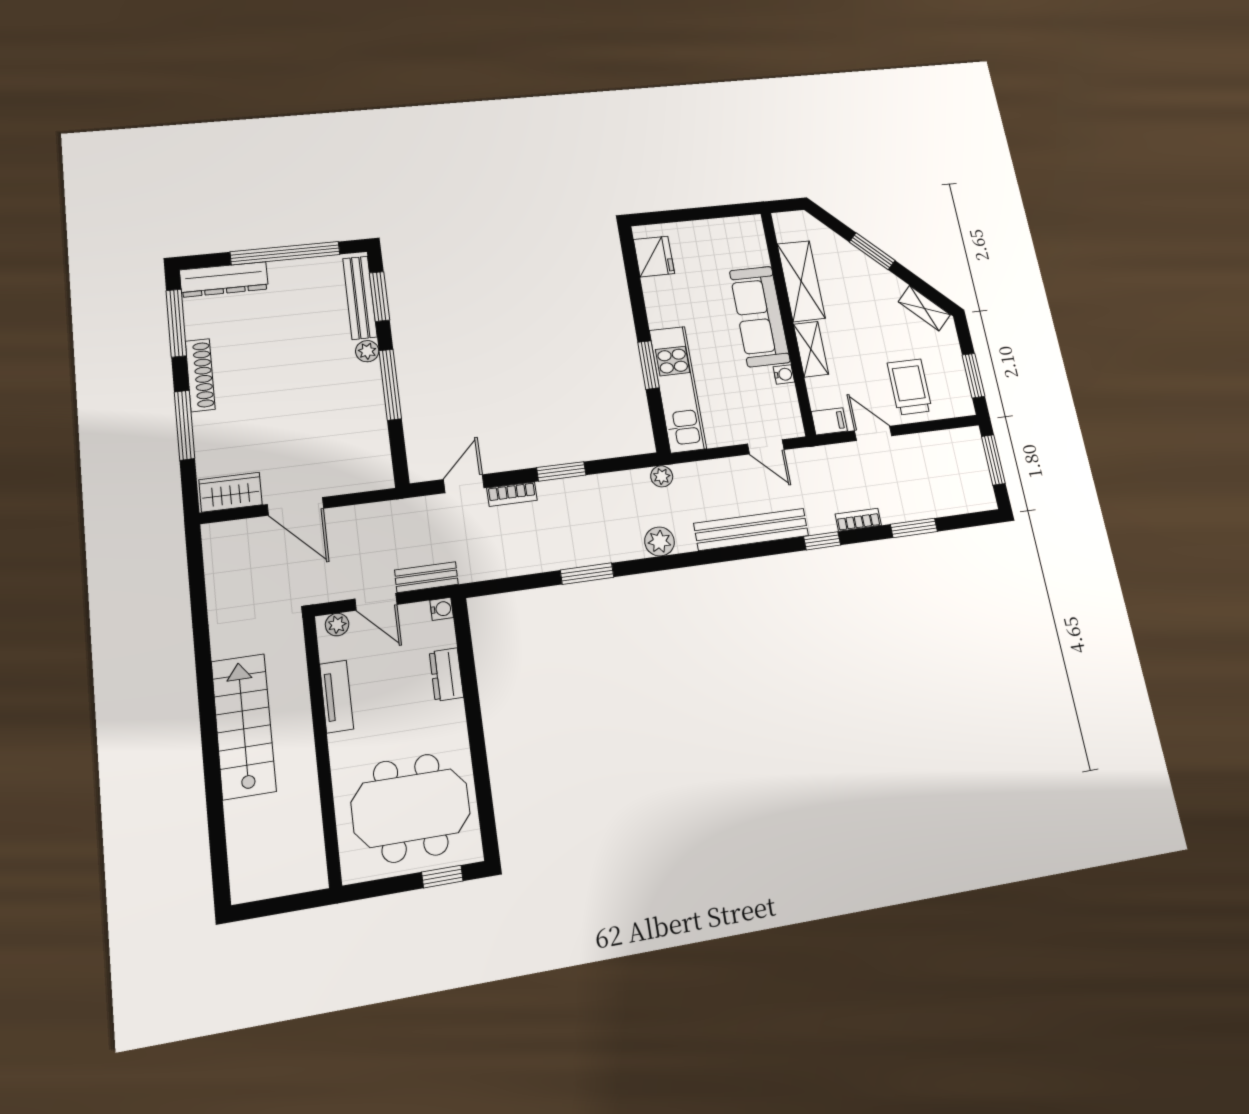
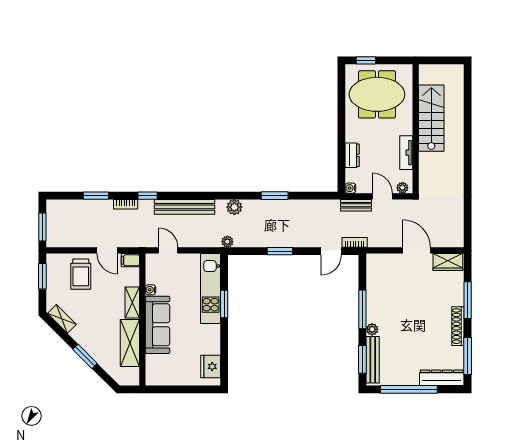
bookcase: (512, 494) -> (355, 242), moved
stairs: (244, 726) -> (431, 118), moved, turned 180

